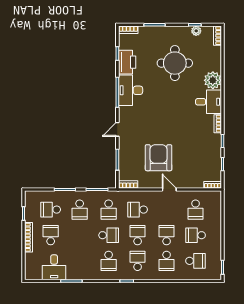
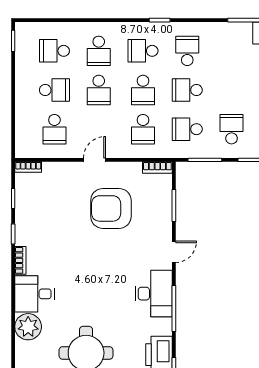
desk: (131, 90) -> (154, 294), moved
armchair: (159, 158) -> (111, 208), turned 90
door: (169, 189) -> (95, 160), swing flipped
school desk: (109, 210) -> (187, 129), turned -90
school desk: (138, 210) -> (143, 129), turned 90
school desk: (196, 210) -> (54, 129), turned 180
school desk: (138, 261) -> (143, 51), turned 90
school desk: (167, 261) -> (99, 51), turned 180

